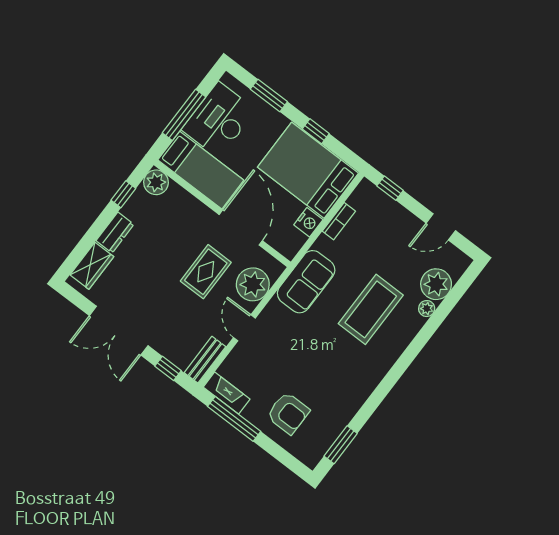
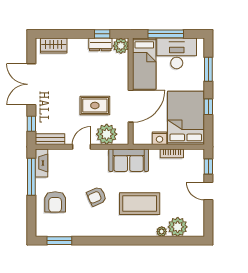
door: (441, 227) -> (208, 191), moved
dresser: (115, 233) -> (100, 44), moved
armchair: (321, 356) -> (97, 196), added

